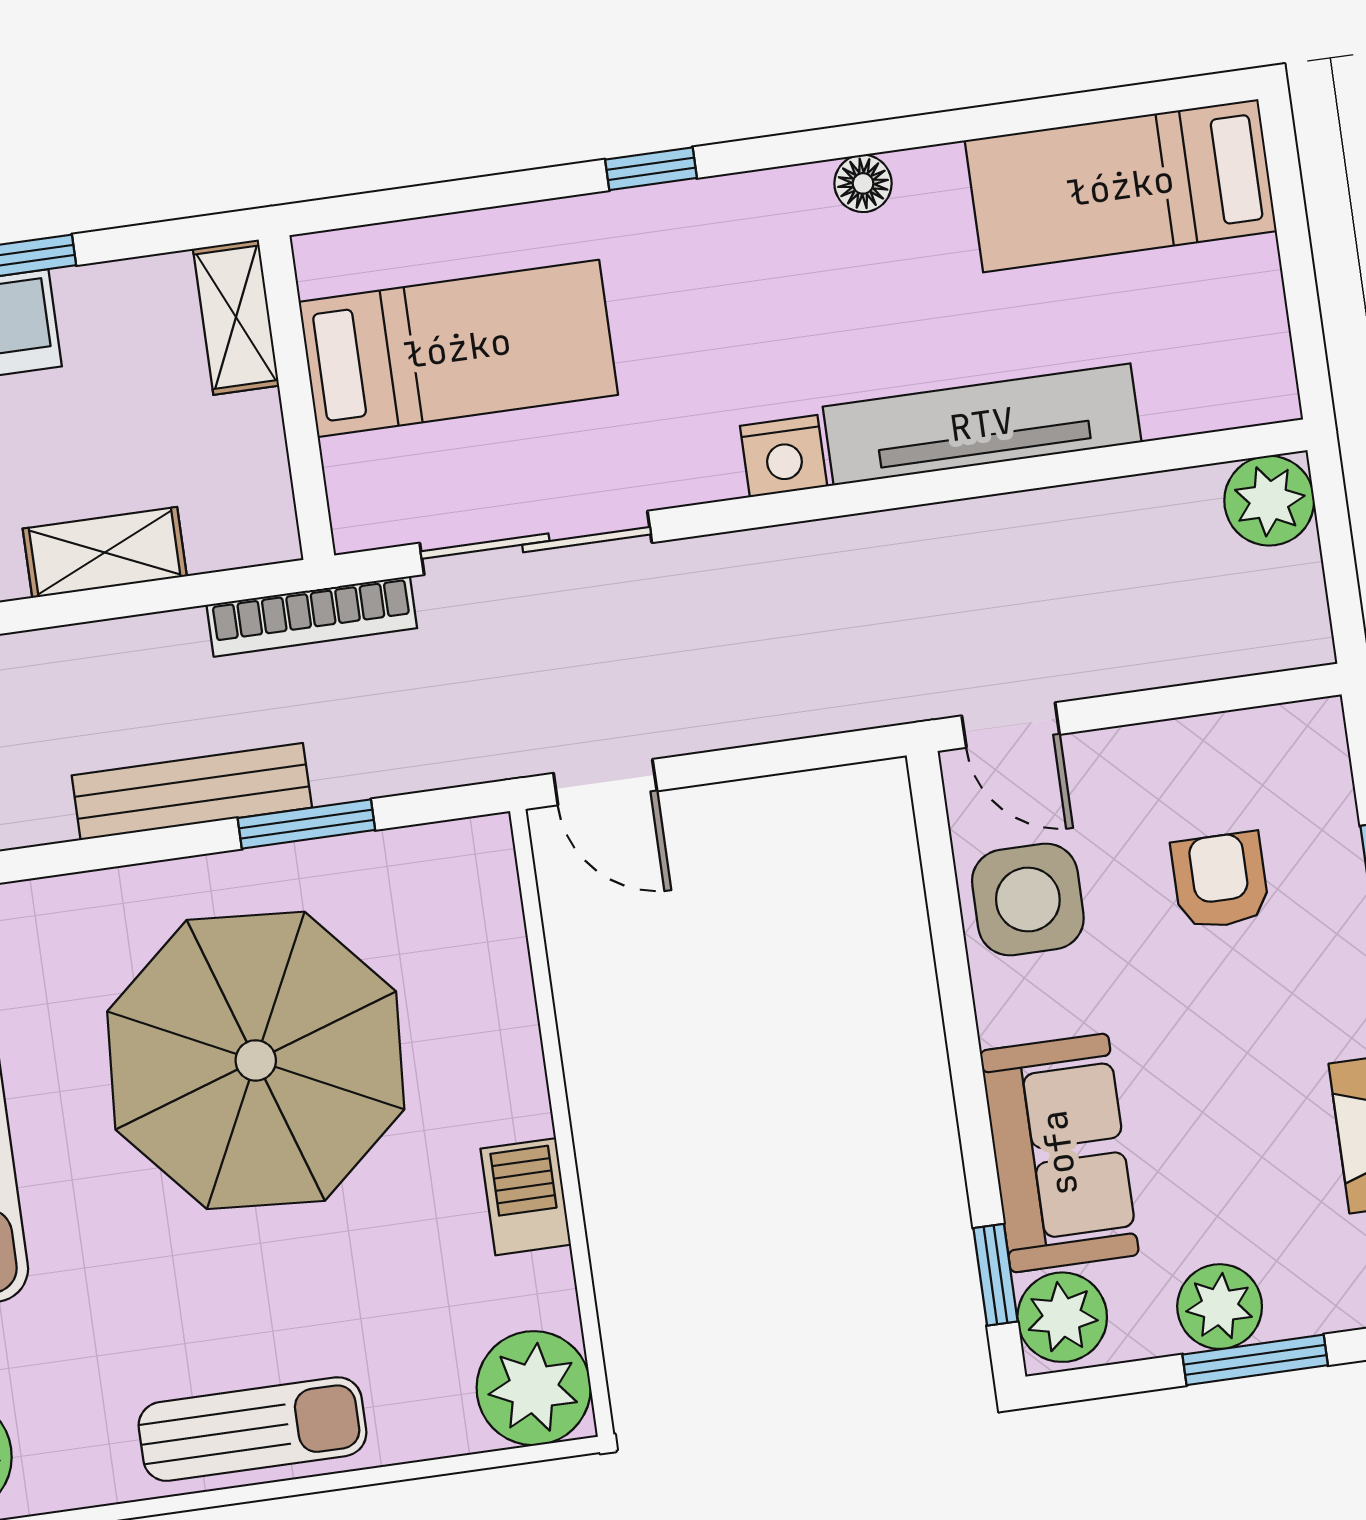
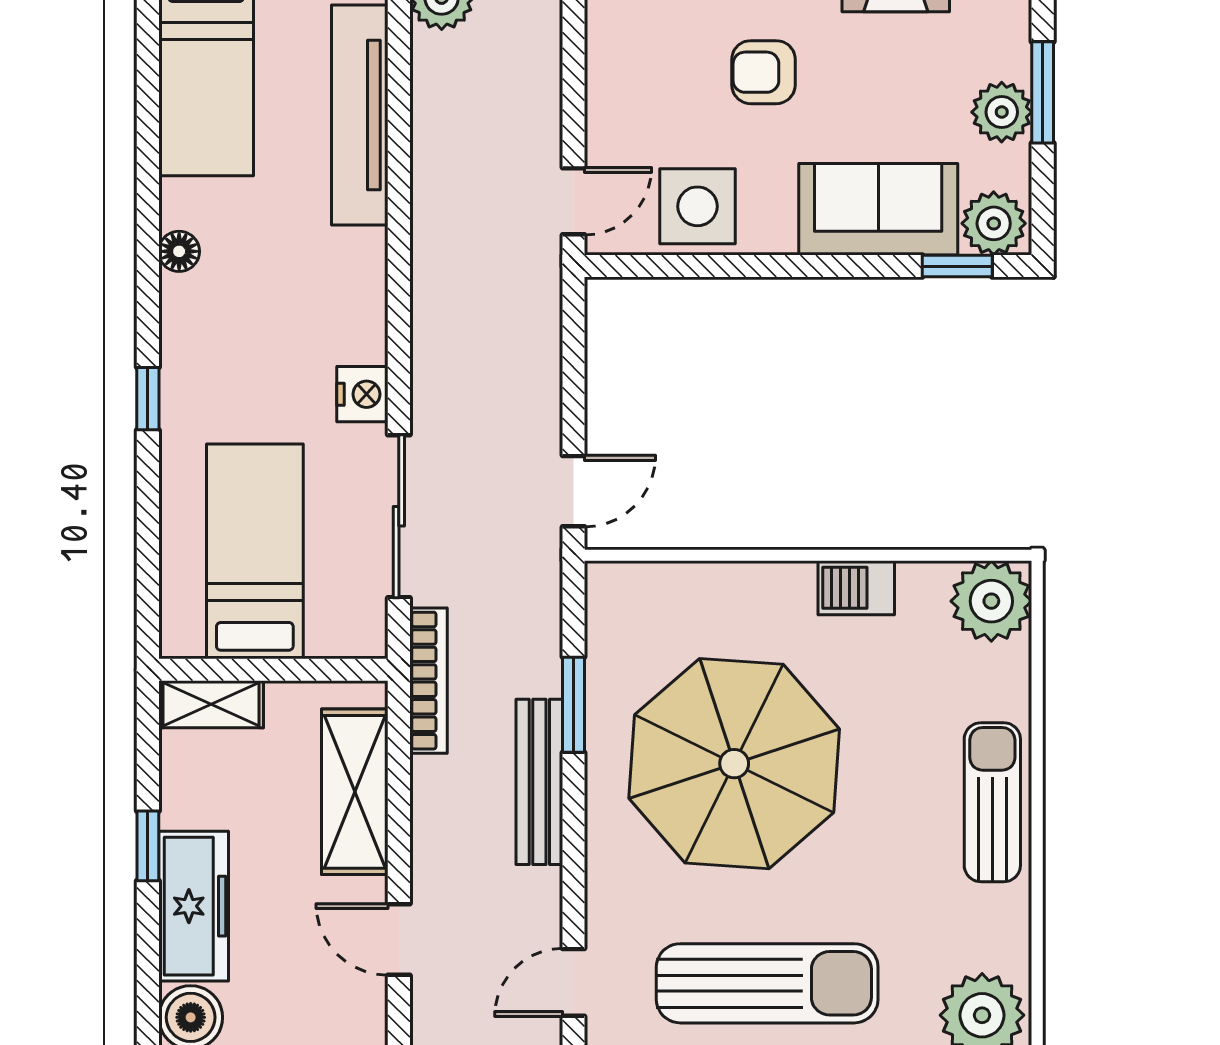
tv unit: (982, 424) -> (360, 115), moved
nightstand: (784, 456) -> (362, 394), moved
shelving: (105, 552) -> (355, 792), width x1.50, depth x1.33
armchair: (1220, 881) -> (763, 72), moved

